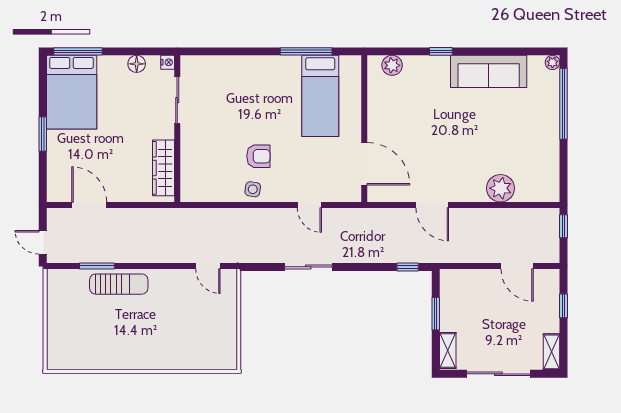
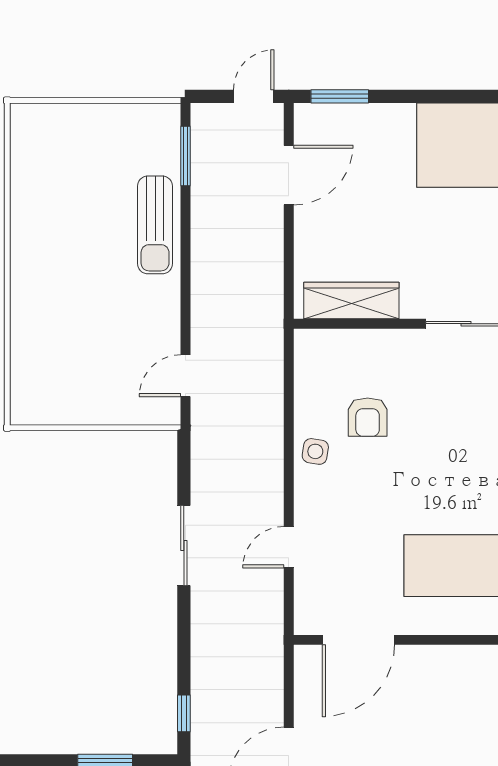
window: (43, 134) -> (340, 96), moved
armchair: (258, 156) -> (368, 417), moved
door: (43, 242) -> (254, 96), moved
window: (97, 266) -> (186, 156), moved

